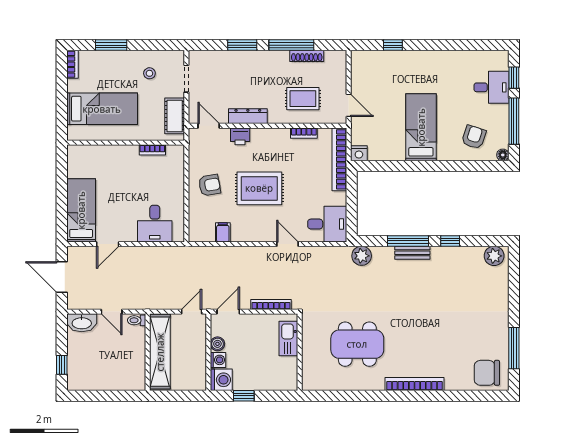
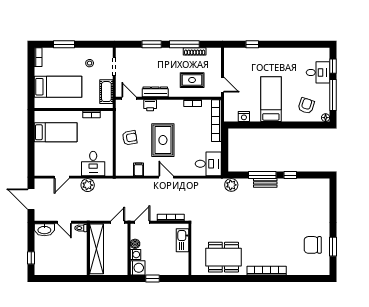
nightstand: (359, 153) -> (244, 117), moved
rug: (259, 188) -> (163, 140), turned 90
bed: (81, 210) -> (56, 132), moved, turned 90
door: (287, 244) -> (166, 177), moved
plant: (494, 256) -> (88, 185), moved
dining table: (357, 344) -> (223, 257), moved
window: (514, 348) -> (333, 247), width x0.69
chair: (487, 373) -> (313, 245), moved

